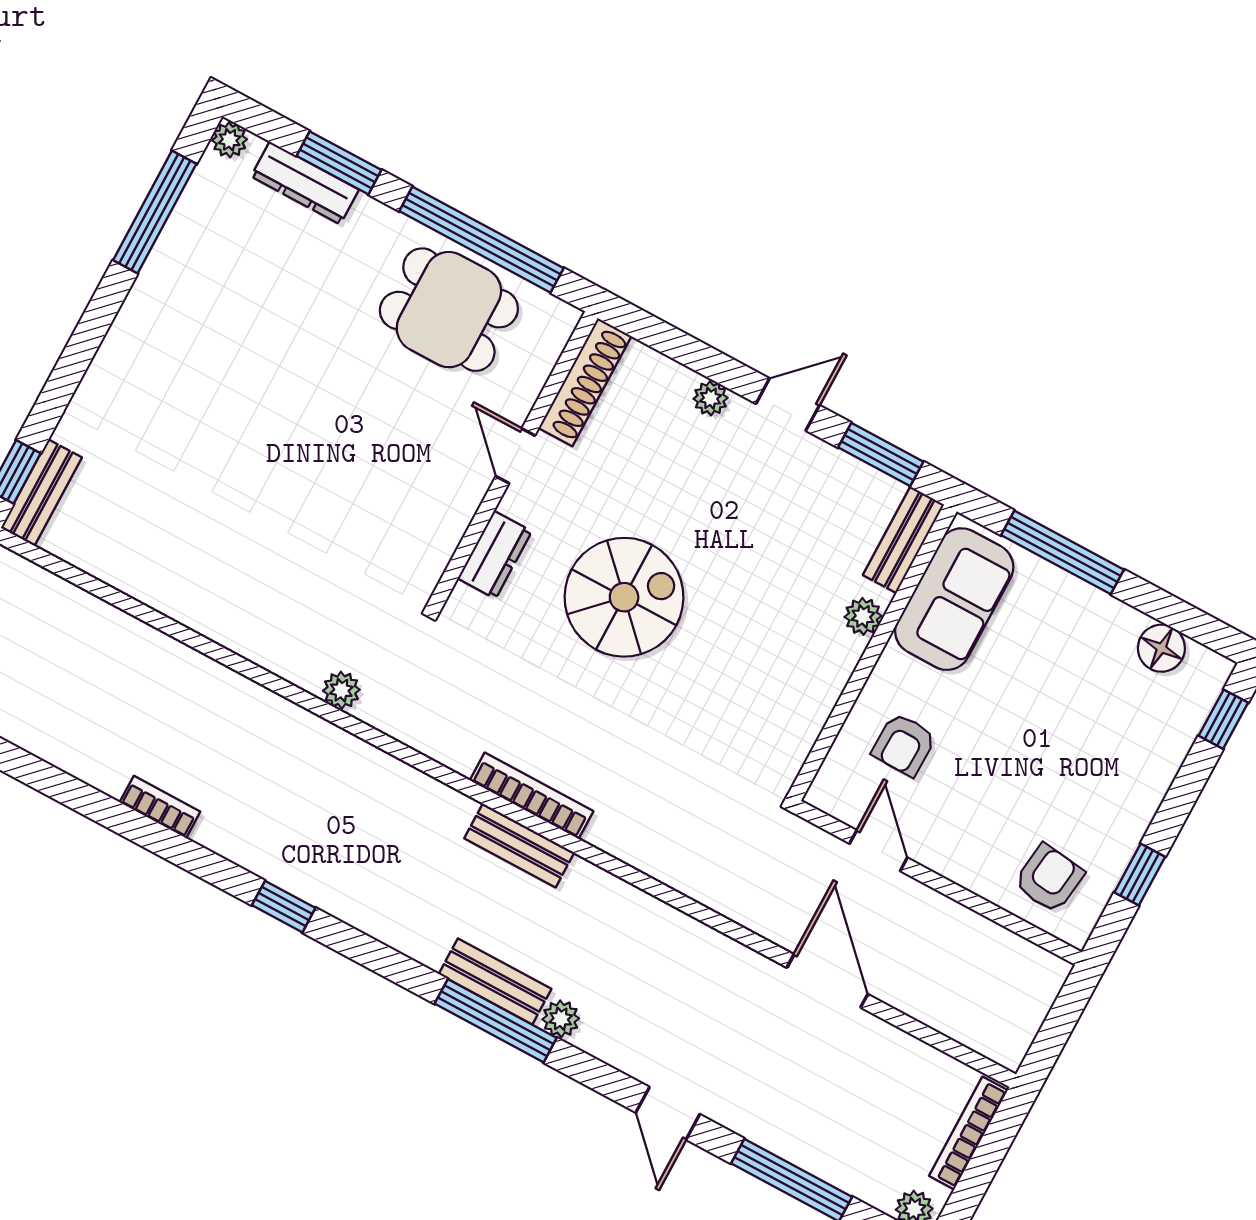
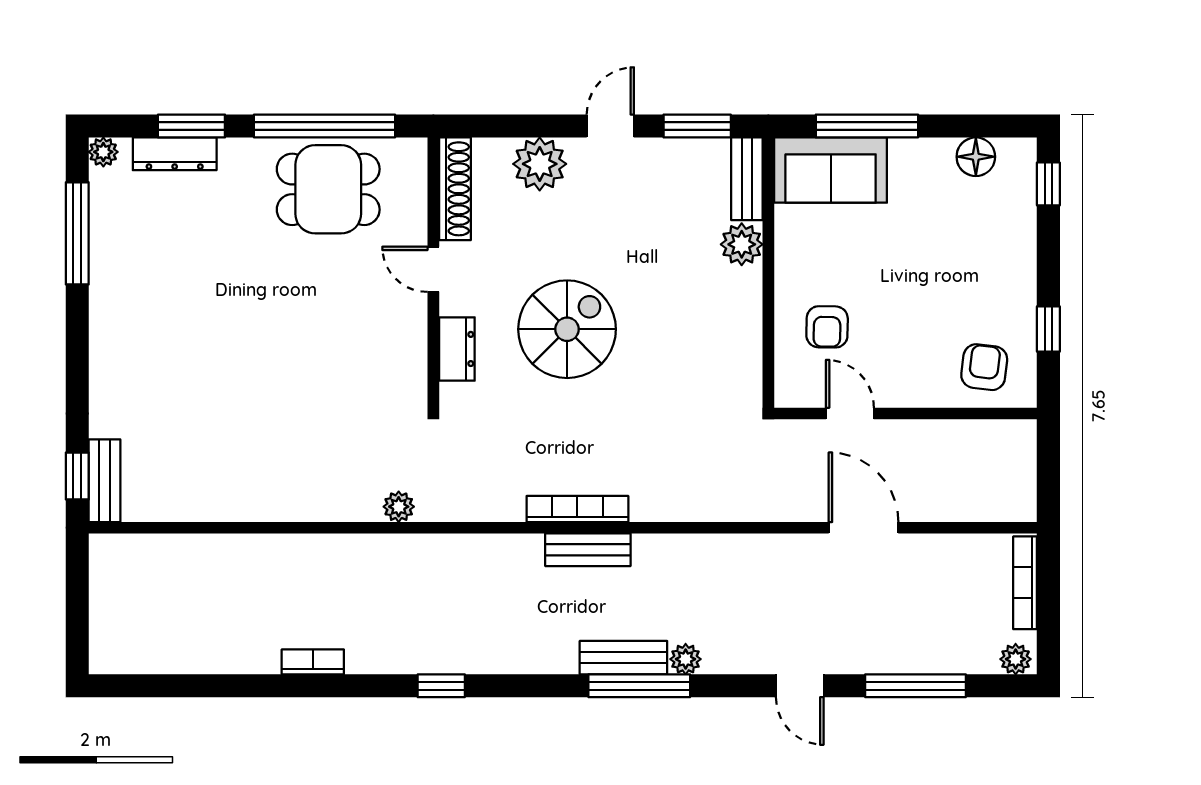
plant: (711, 398) -> (540, 164), width x1.88, depth x1.88
sofa: (954, 599) -> (831, 170), moved, turned 90
plant: (863, 616) -> (742, 244), width x1.38, depth x1.38

